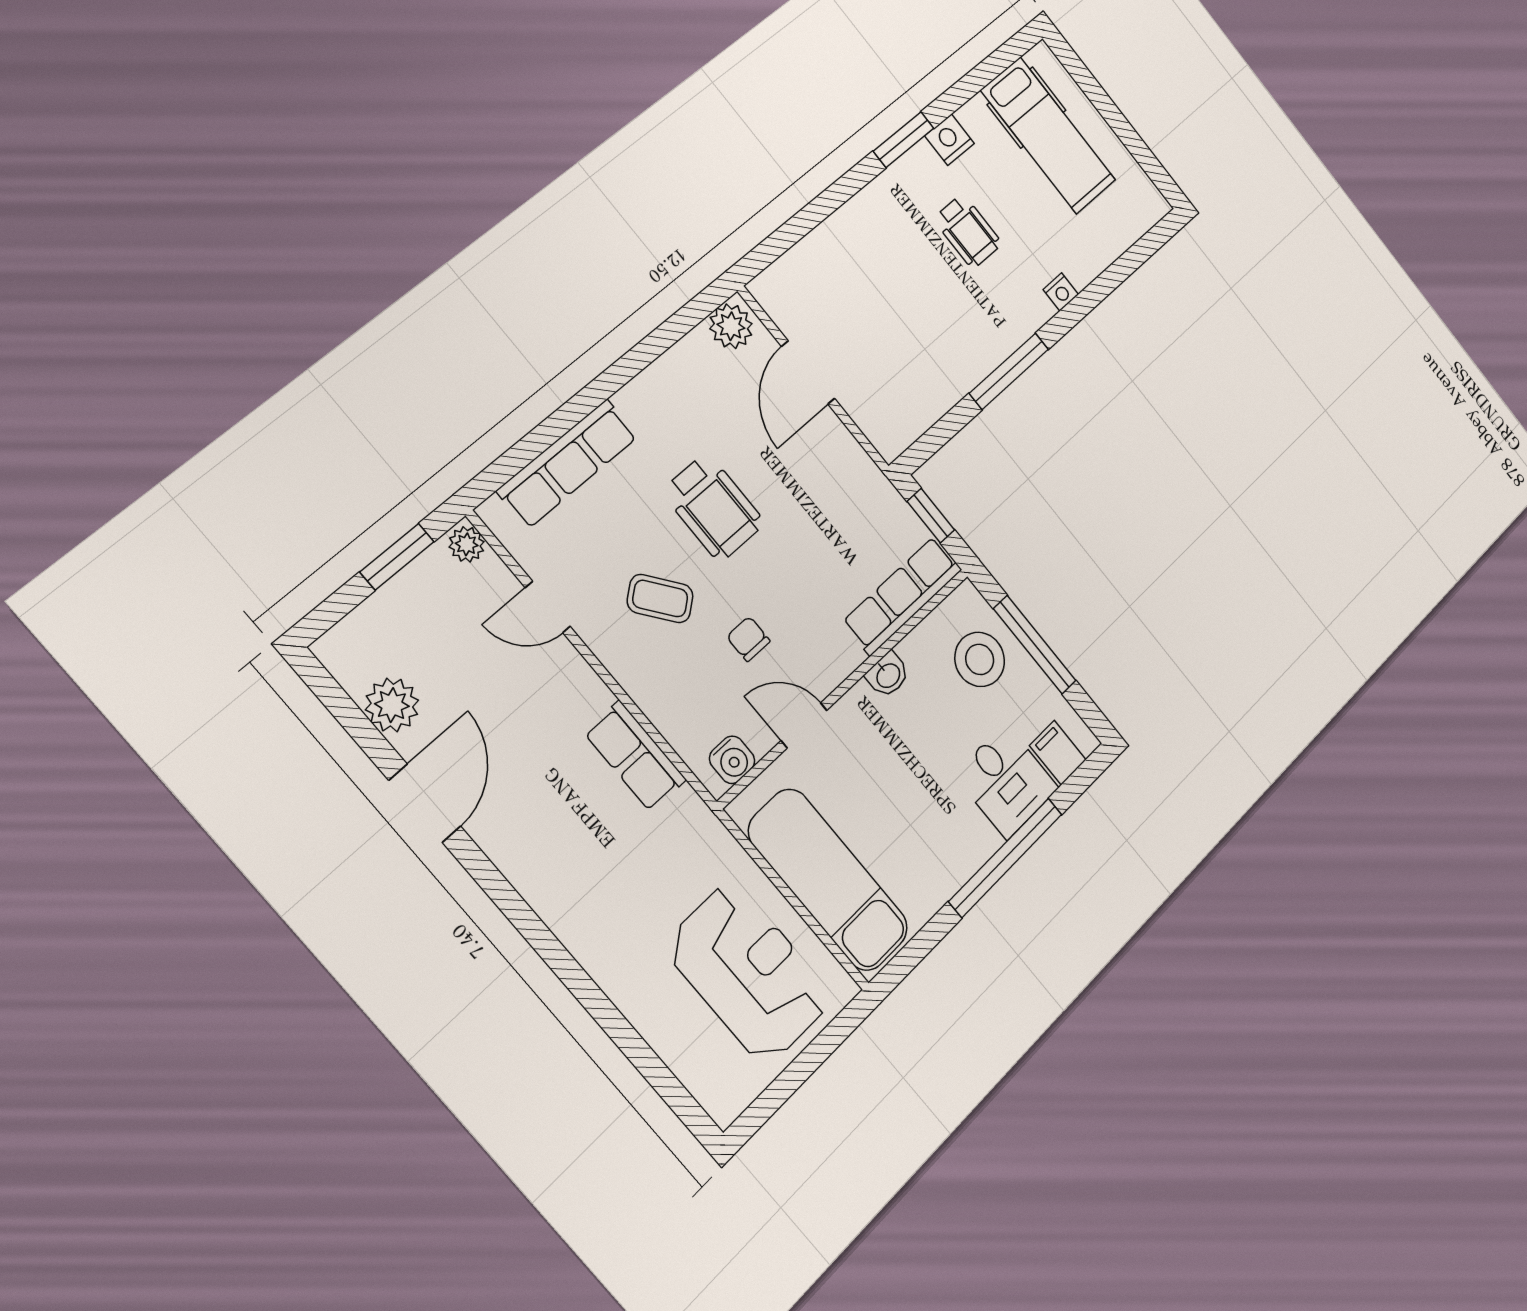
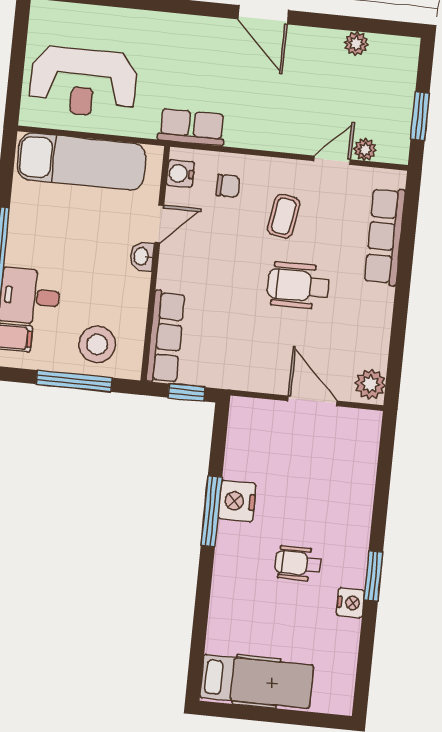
hospital bed: (1048, 135) -> (257, 681), moved, turned 180
nightstand: (1061, 292) -> (237, 501), moved, width x1.89, depth x1.79
plant: (467, 544) -> (365, 149), moved
coffee table: (660, 598) -> (284, 216), turned -43
chair: (748, 639) -> (228, 186), moved
washbasin: (888, 675) -> (142, 256), moved
plant: (392, 705) -> (356, 43), width x0.73, depth x0.73
row of seats: (635, 756) -> (192, 127), moved
door: (425, 803) -> (263, 15), moved

